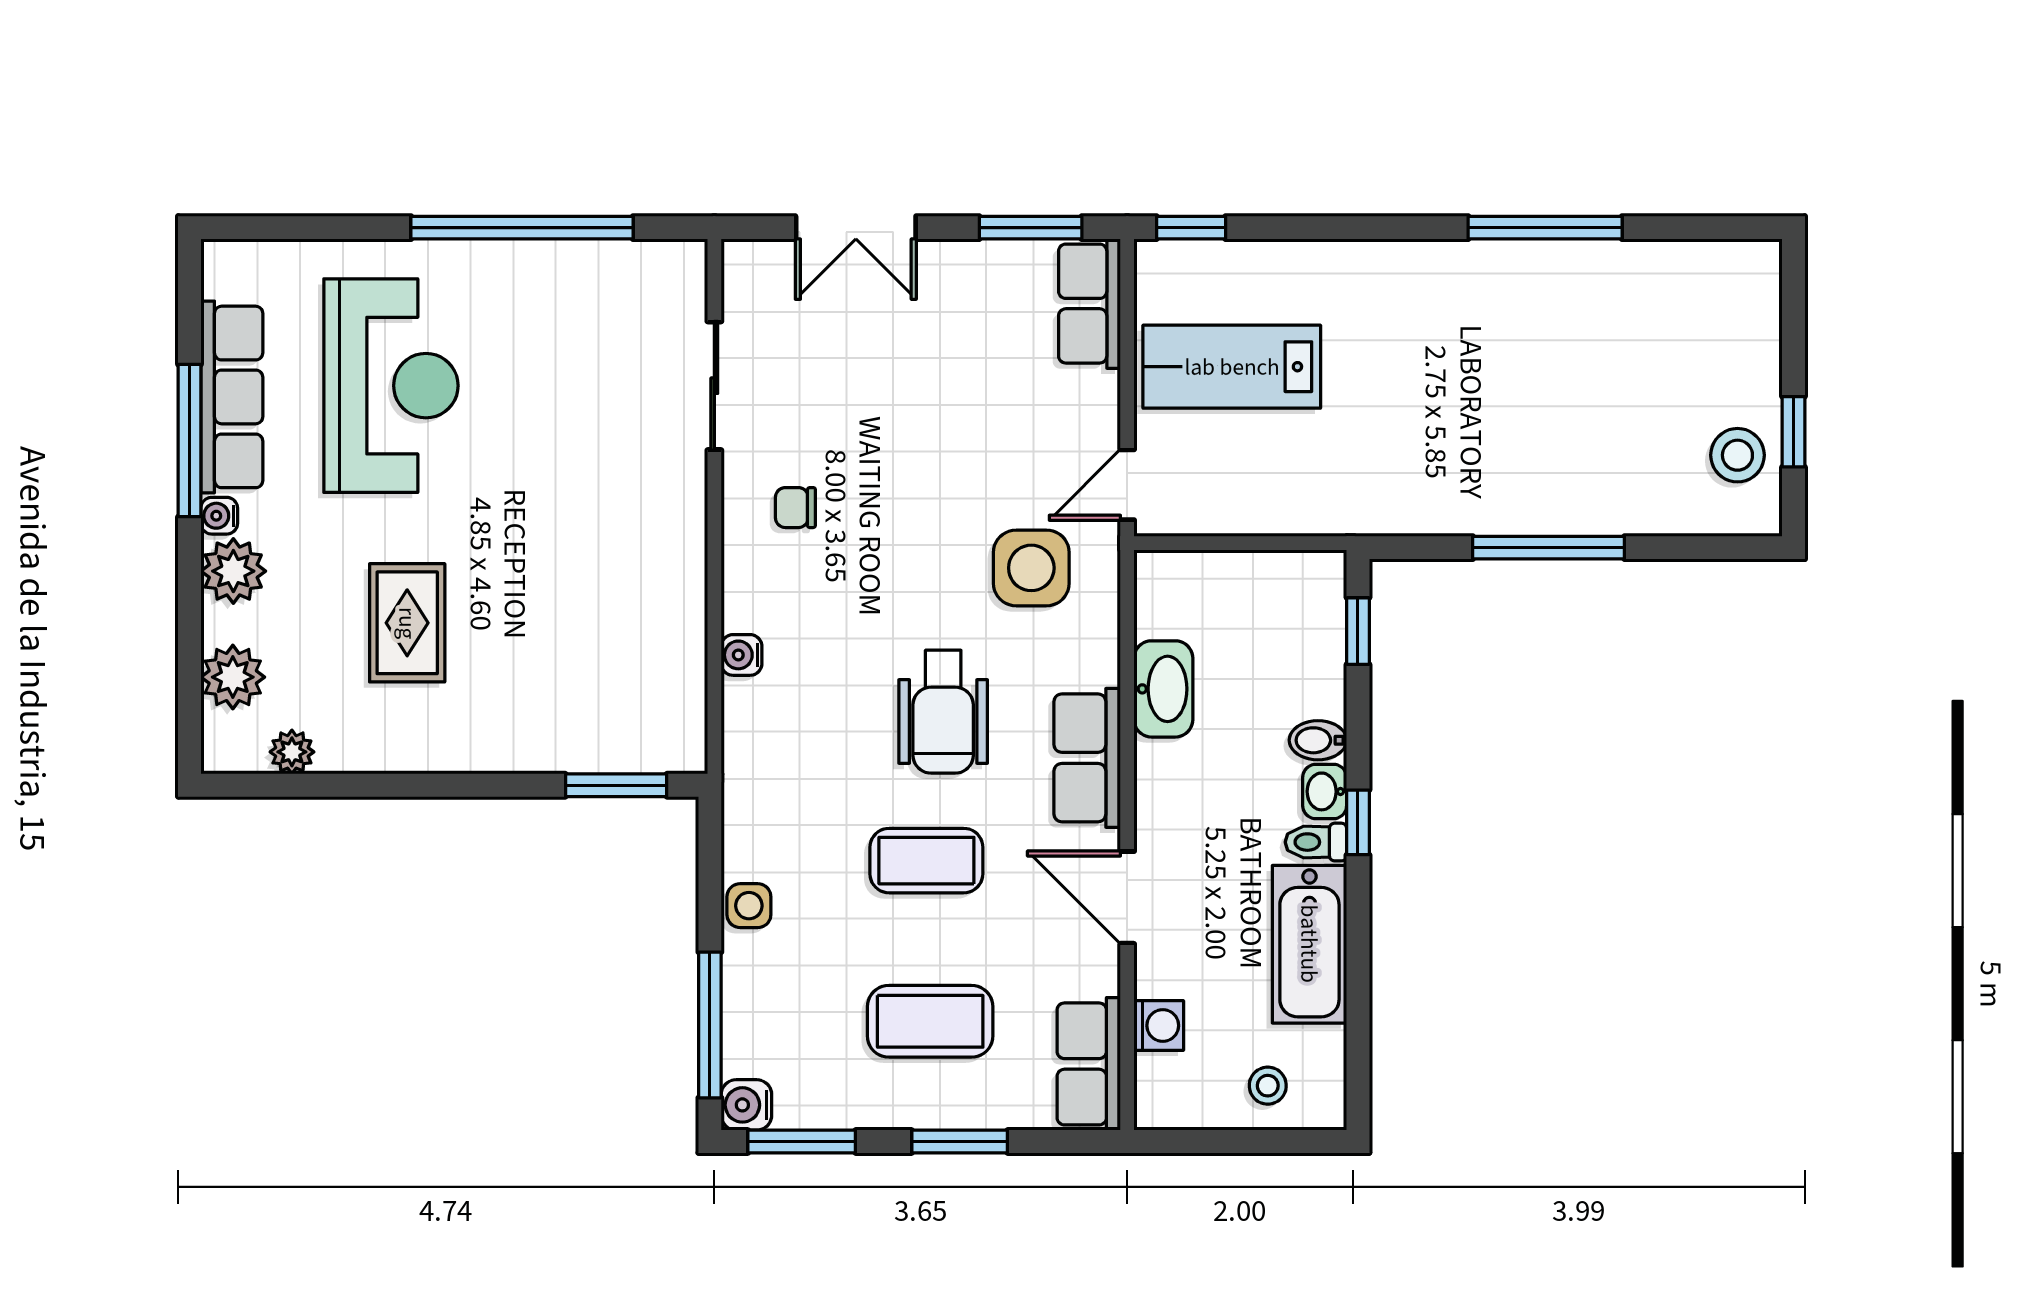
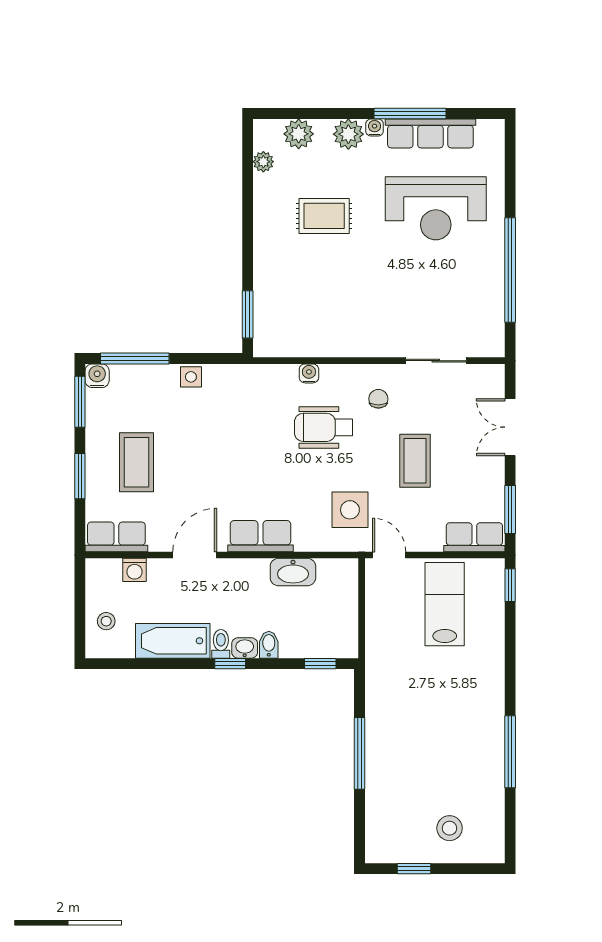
stool: (1737, 455) -> (450, 828), moved
wheelchair: (943, 712) -> (324, 427), moved
coffee table: (926, 861) -> (415, 461), moved

